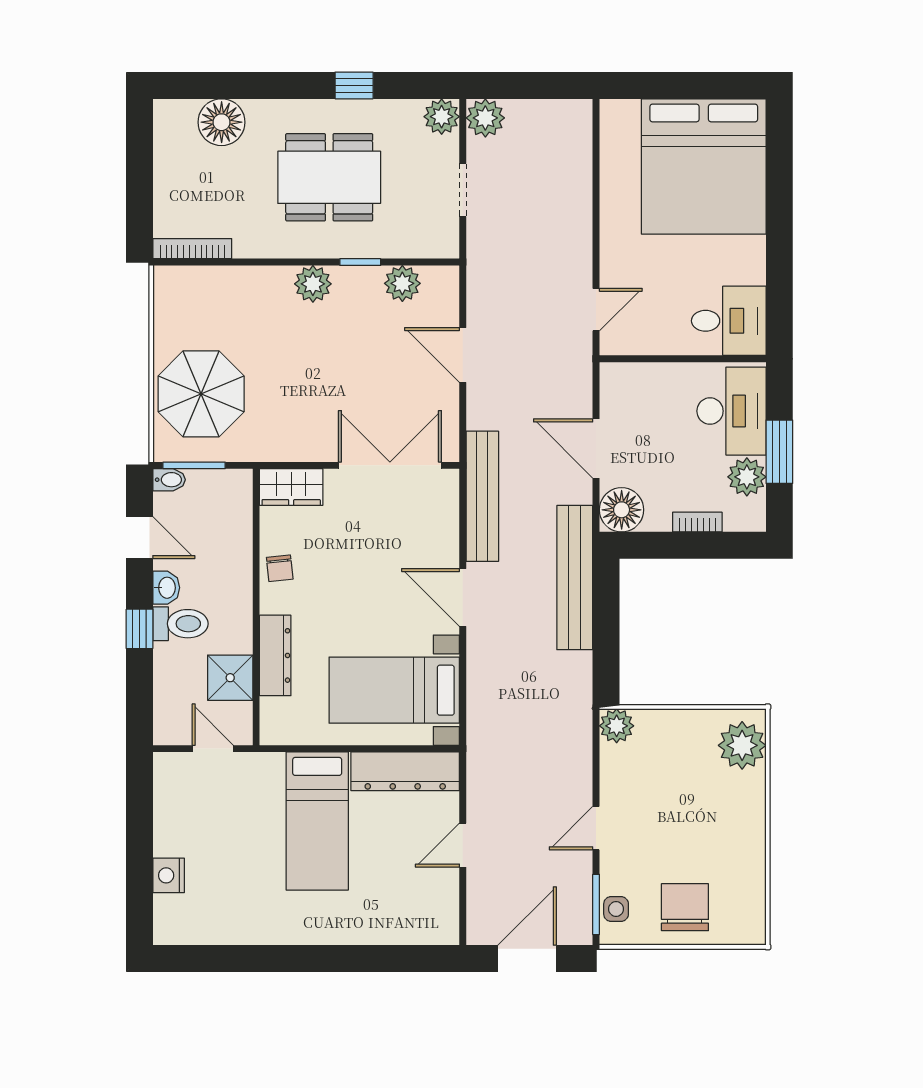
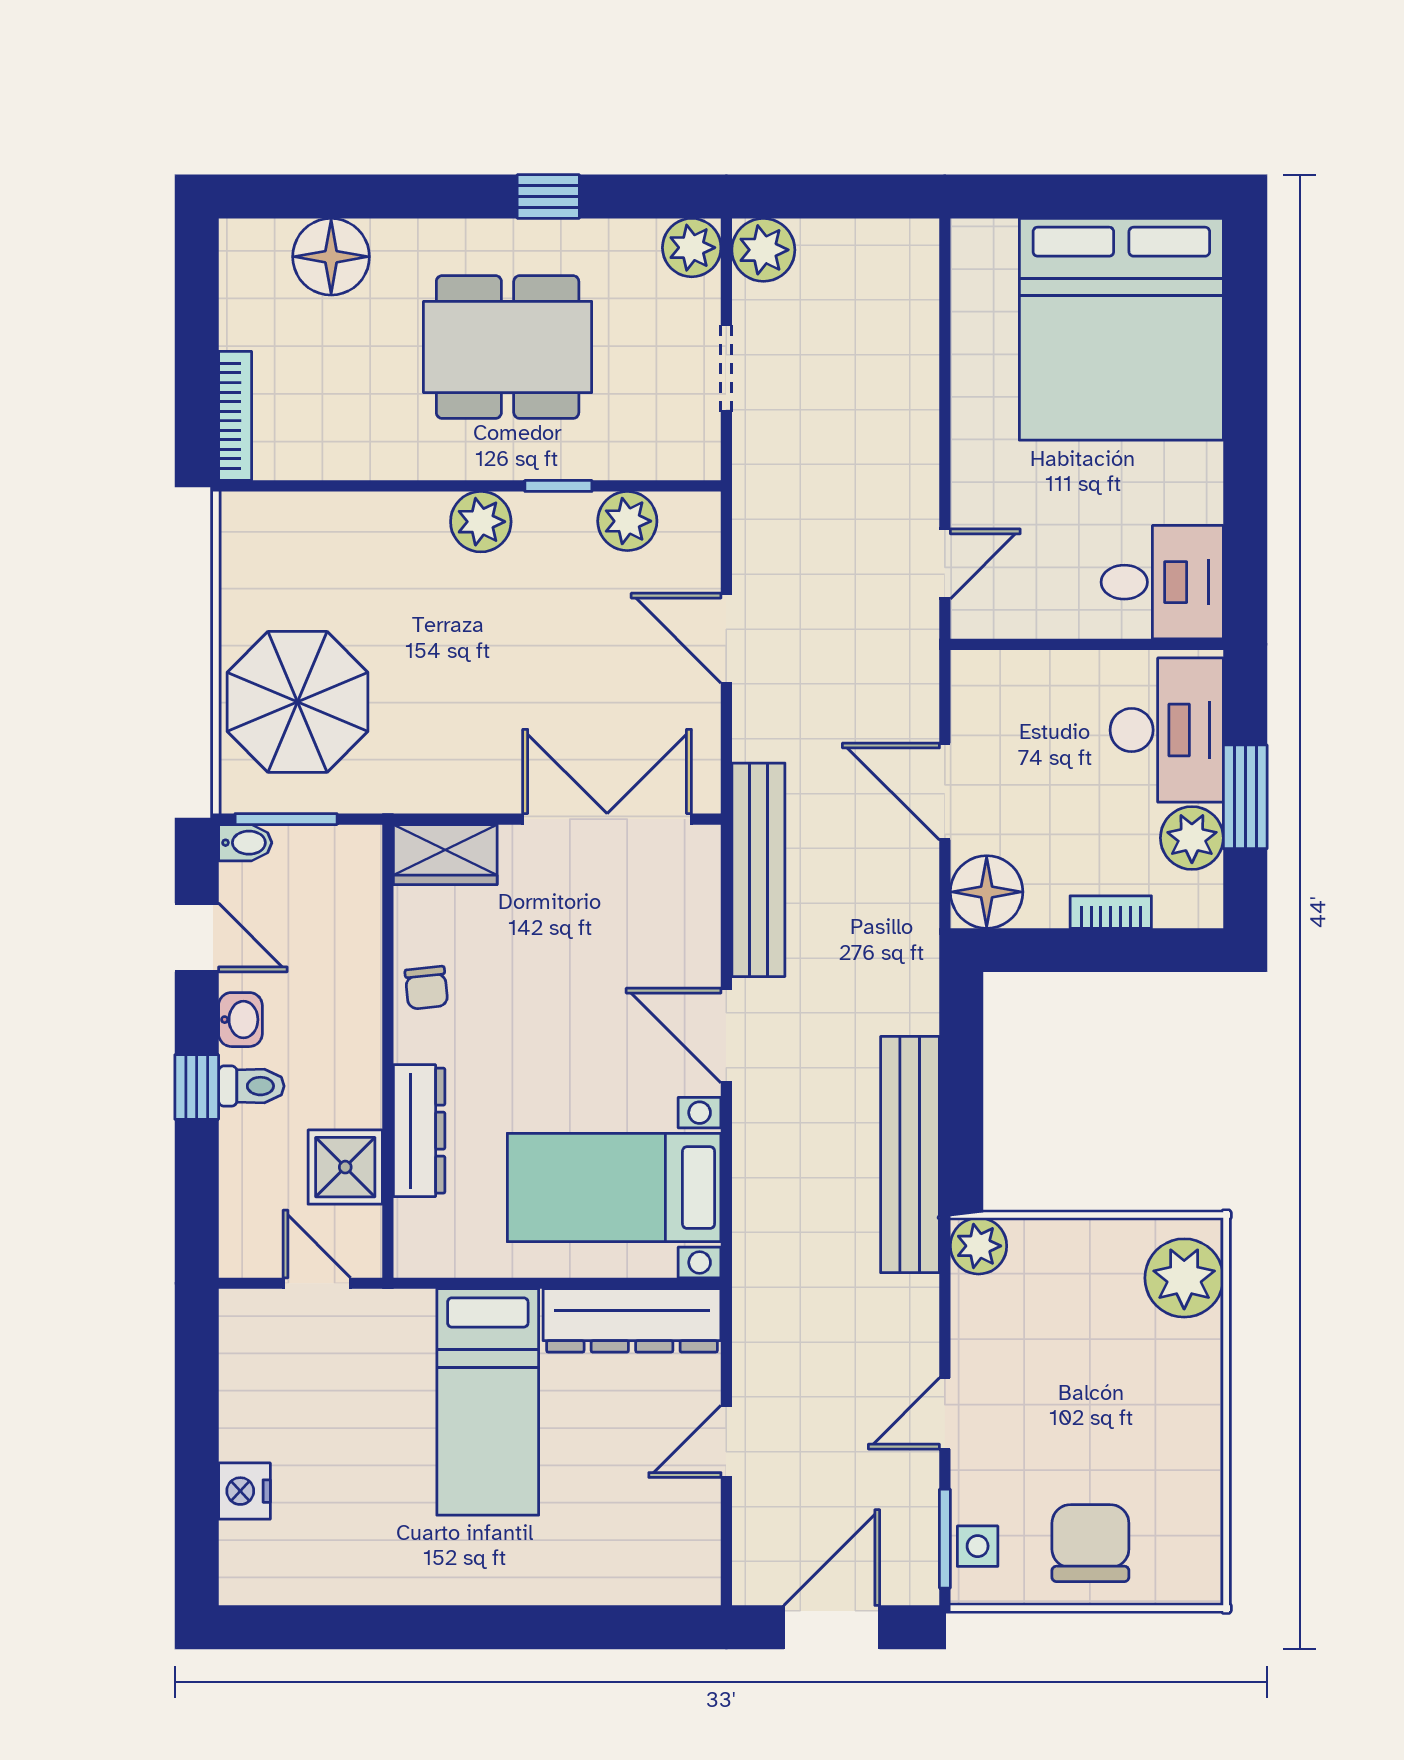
bookcase: (192, 249) -> (235, 416), moved, turned 90
bench: (575, 578) -> (910, 1155), moved
toilet: (181, 624) -> (251, 1086), width x0.73, depth x0.72

